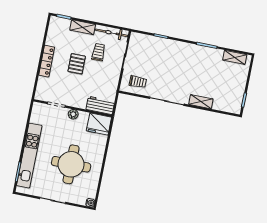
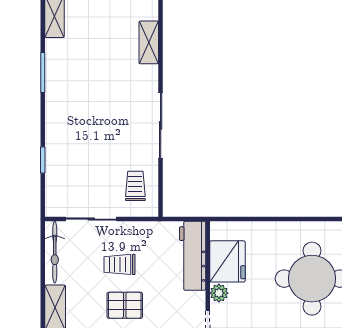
trolley: (98, 52) -> (119, 264), moved
shelving: (201, 102) -> (149, 42), moved
workbench: (100, 105) -> (193, 256), width x1.38
fridge: (99, 124) -> (227, 261), moved

